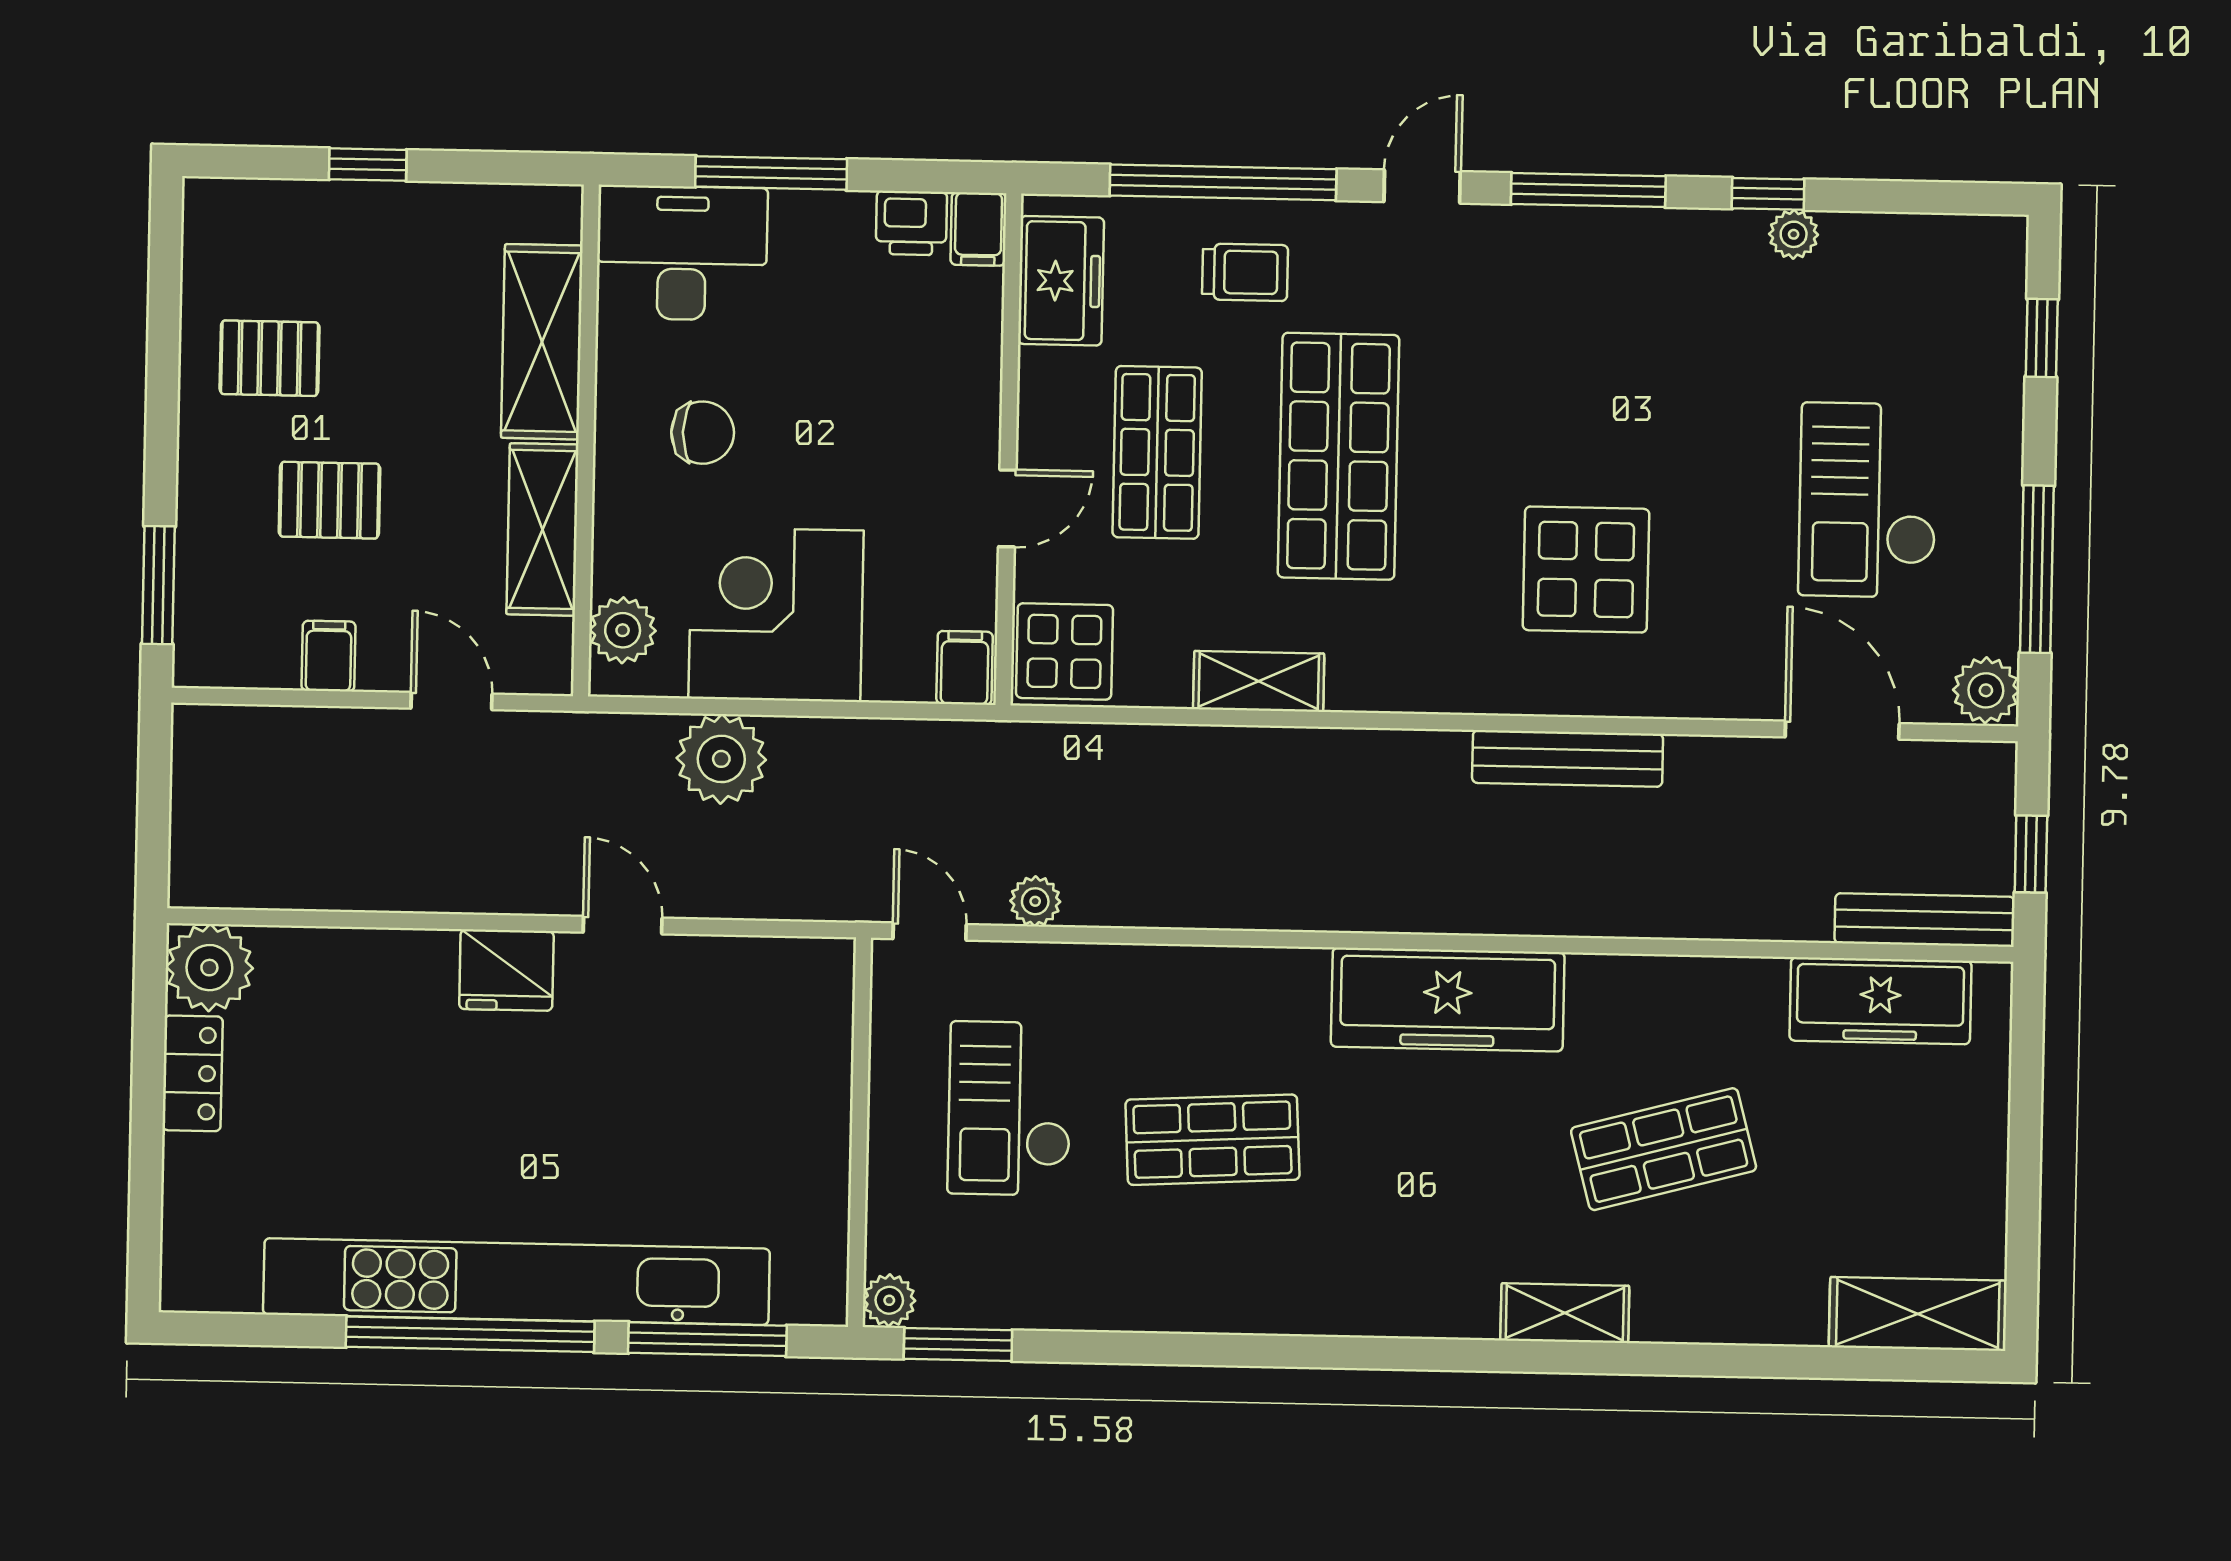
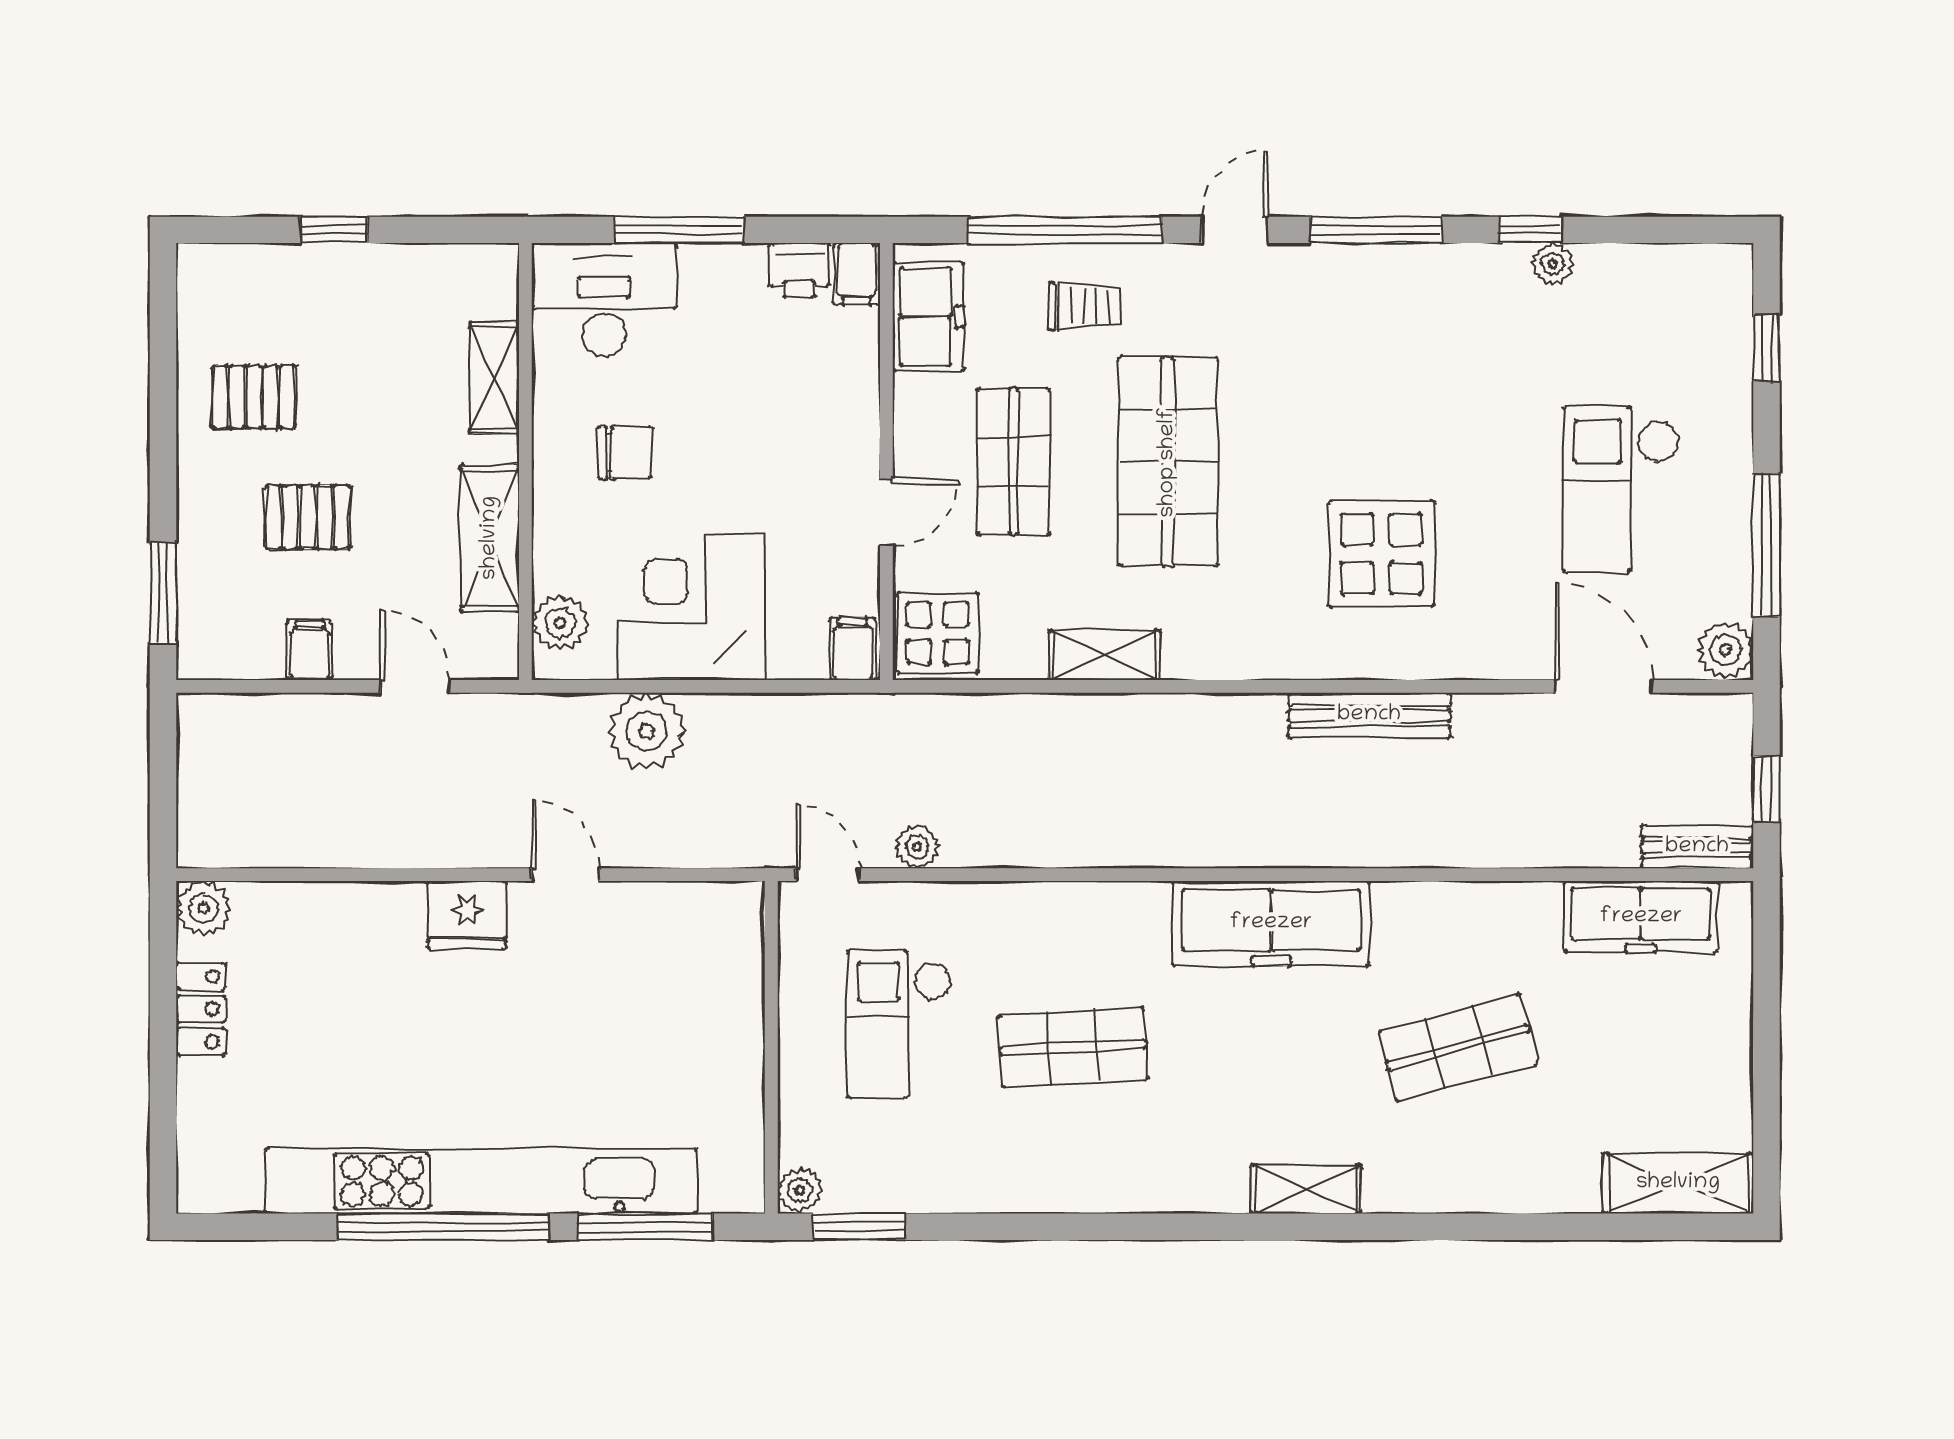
shelving: (542, 342) -> (494, 378), width x0.67, depth x0.75
bench: (1925, 920) -> (1697, 847), width x0.73
plant: (209, 968) -> (203, 908), width x0.73, depth x0.73
shelving: (1565, 1313) -> (1306, 1189), moved

